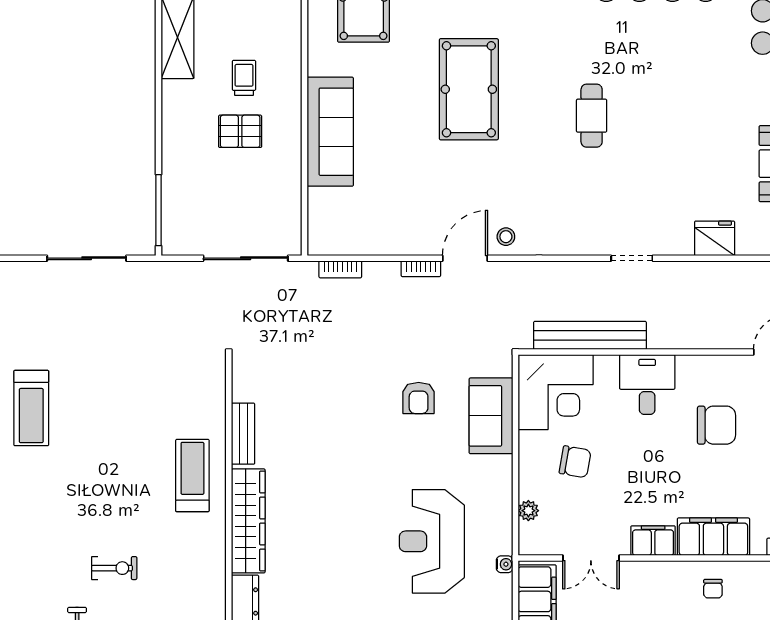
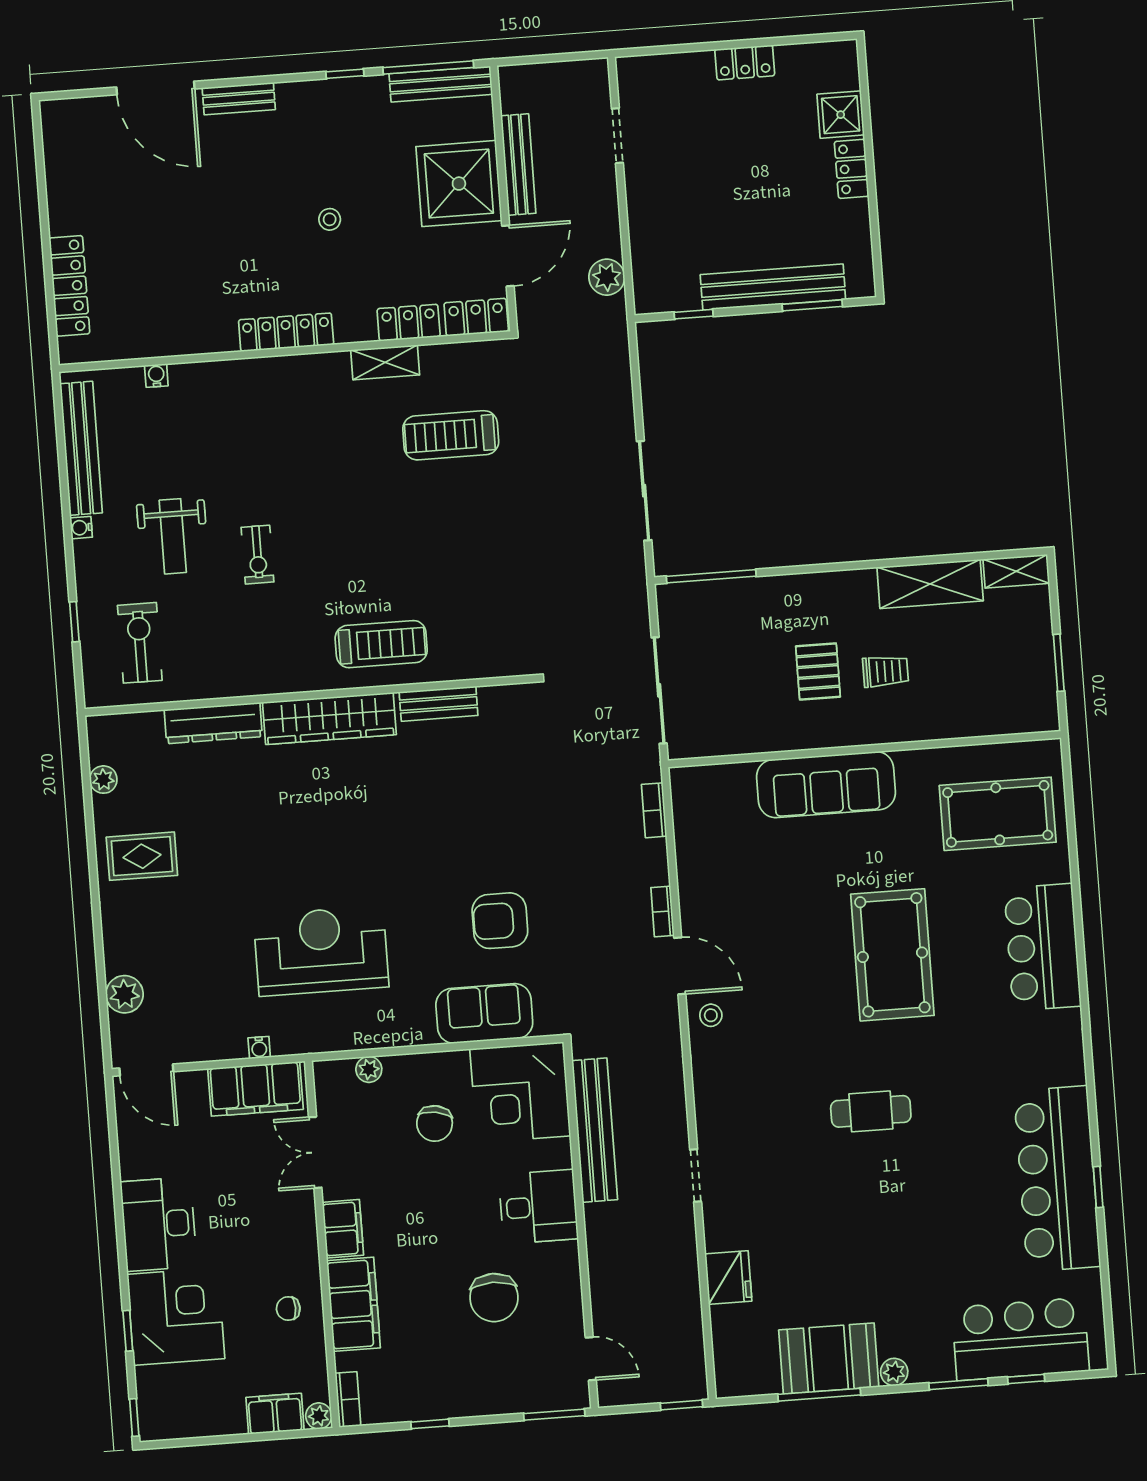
pool table: (469, 89) -> (892, 955), turned 90
armchair: (419, 398) -> (500, 921), width x1.38, depth x1.38
water cooler: (505, 564) -> (259, 1048), moved

